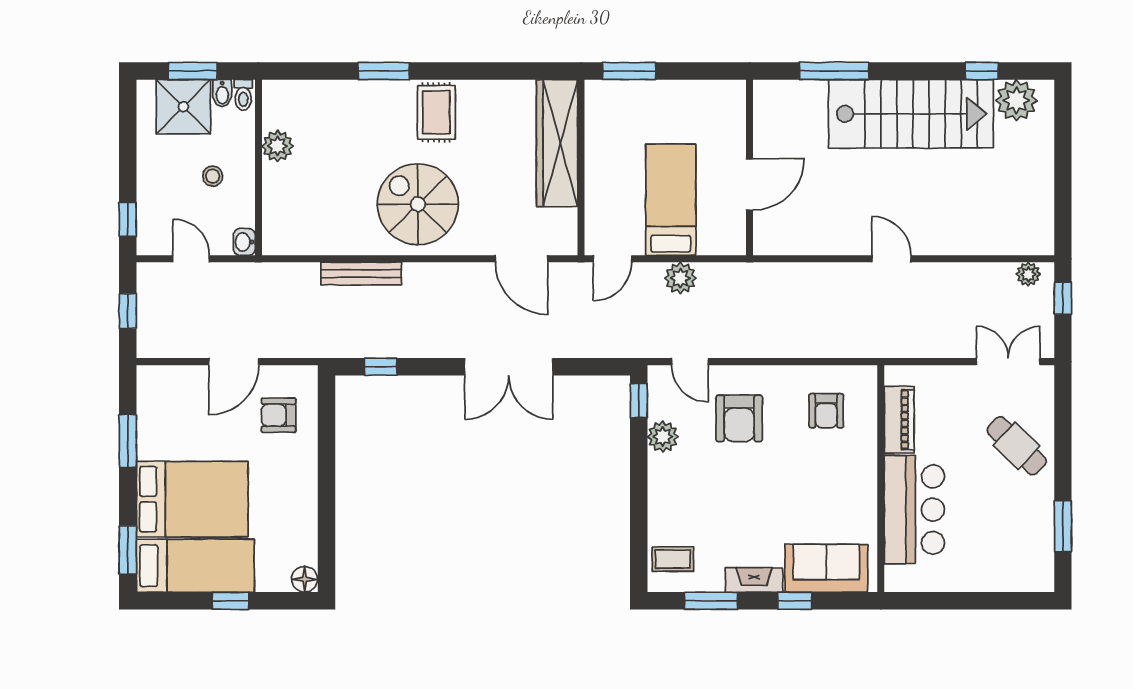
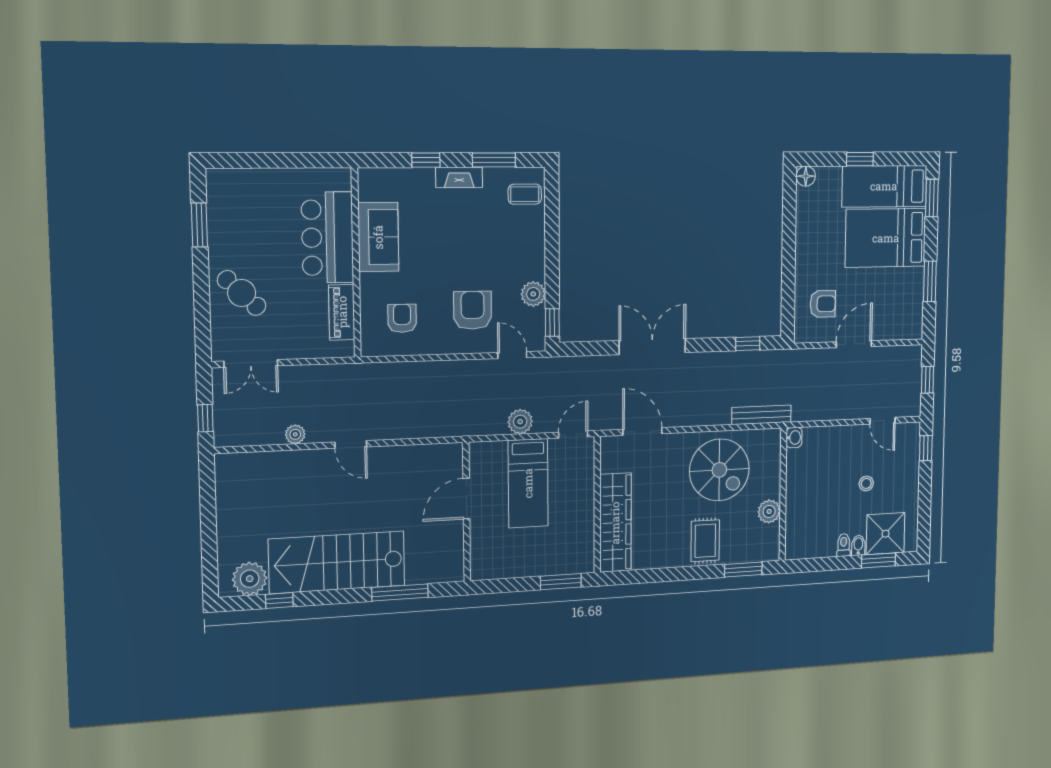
plant: (278, 146) -> (769, 511), moved
wall: (258, 167) -> (783, 494), moved
washbasin: (244, 242) -> (794, 438), moved
plant: (1028, 274) -> (295, 434), moved
sofa: (826, 568) -> (378, 237), moved, turned -90

